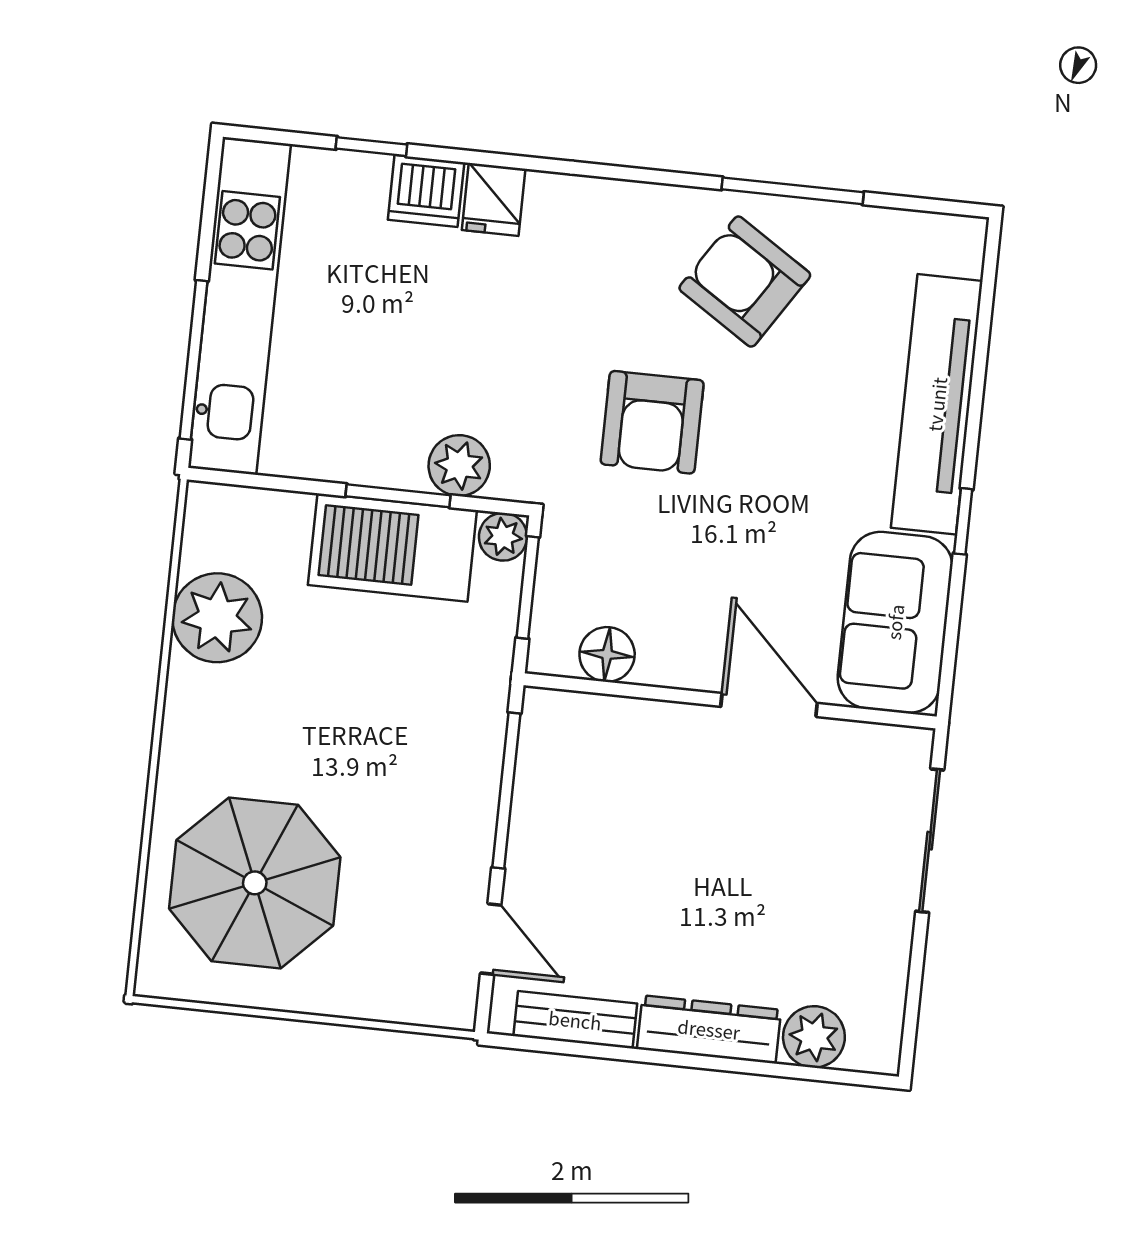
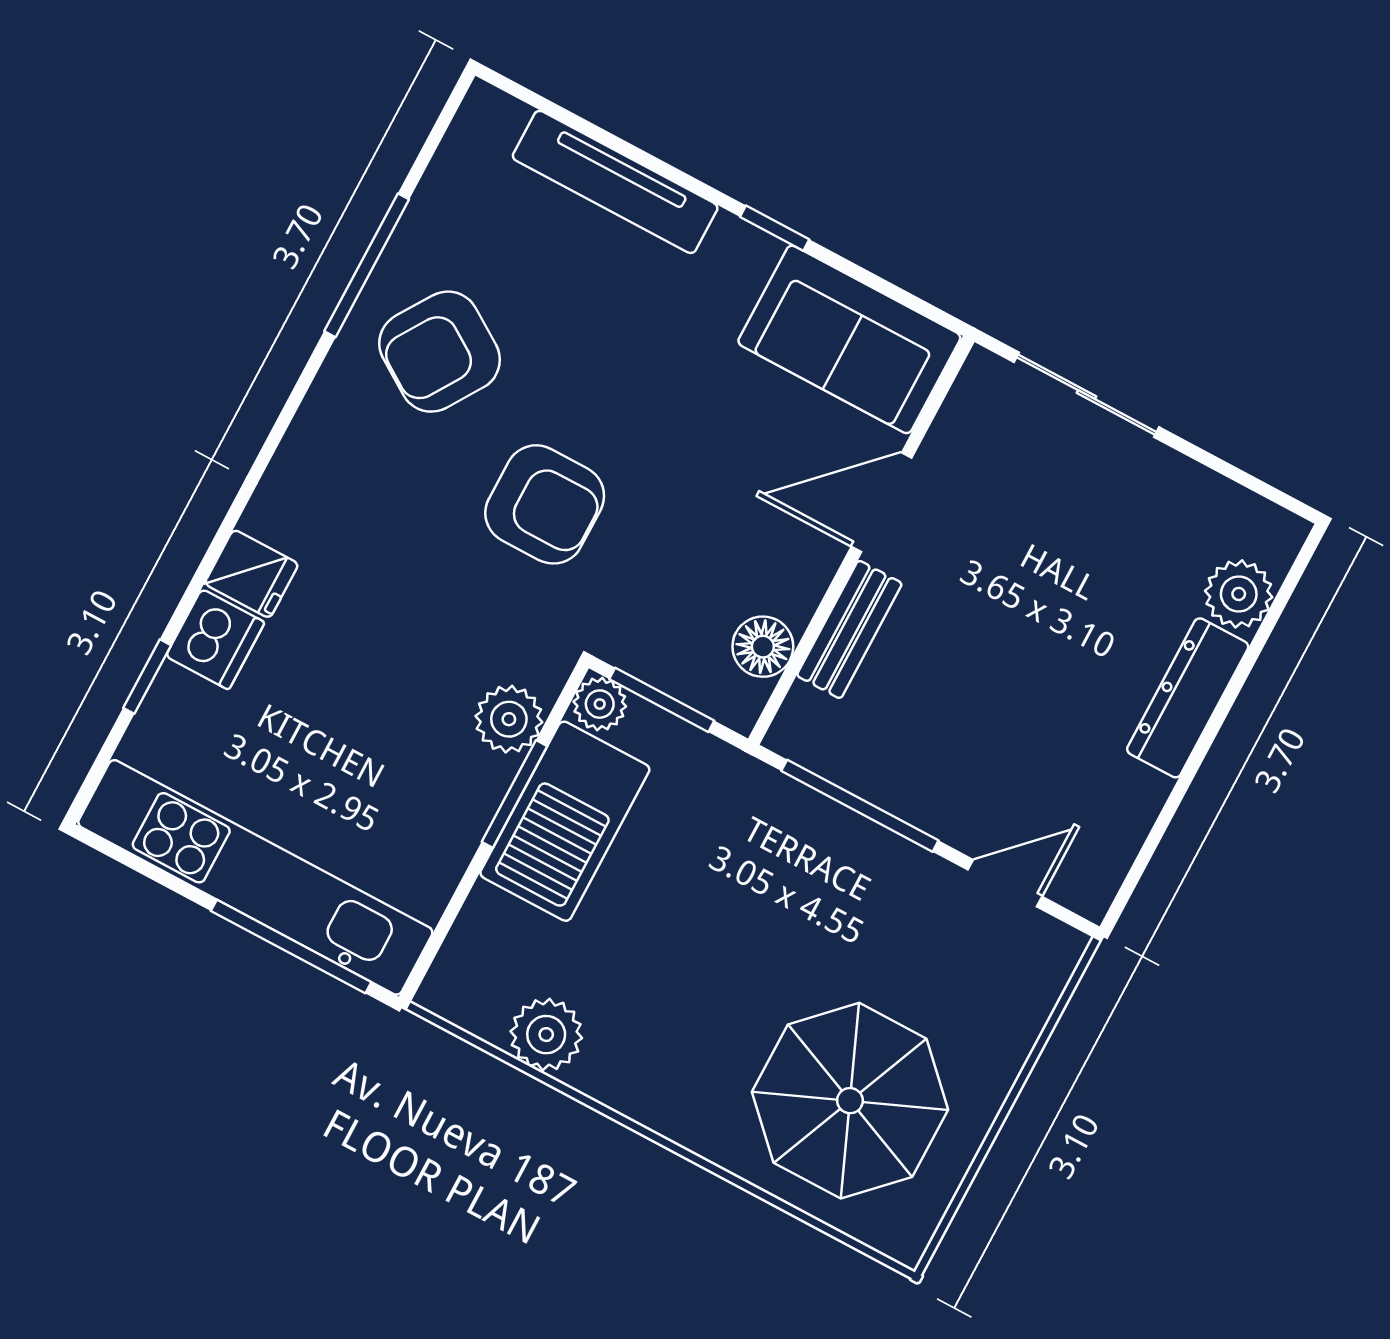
tv unit: (937, 404) -> (615, 182), width x0.73, depth x0.78
plant: (217, 618) -> (546, 1035), width x0.73, depth x0.73
bench: (575, 1020) -> (849, 629), moved

